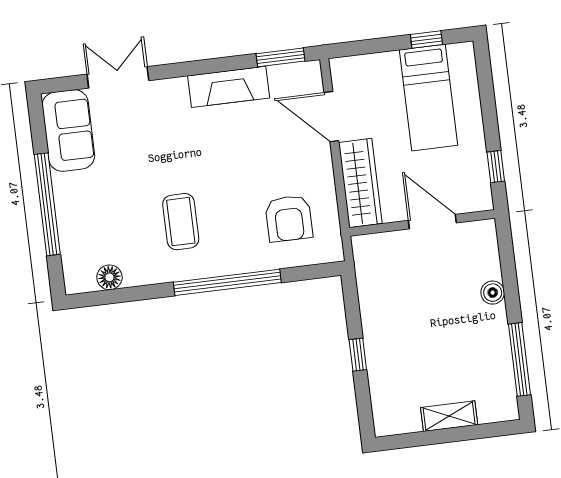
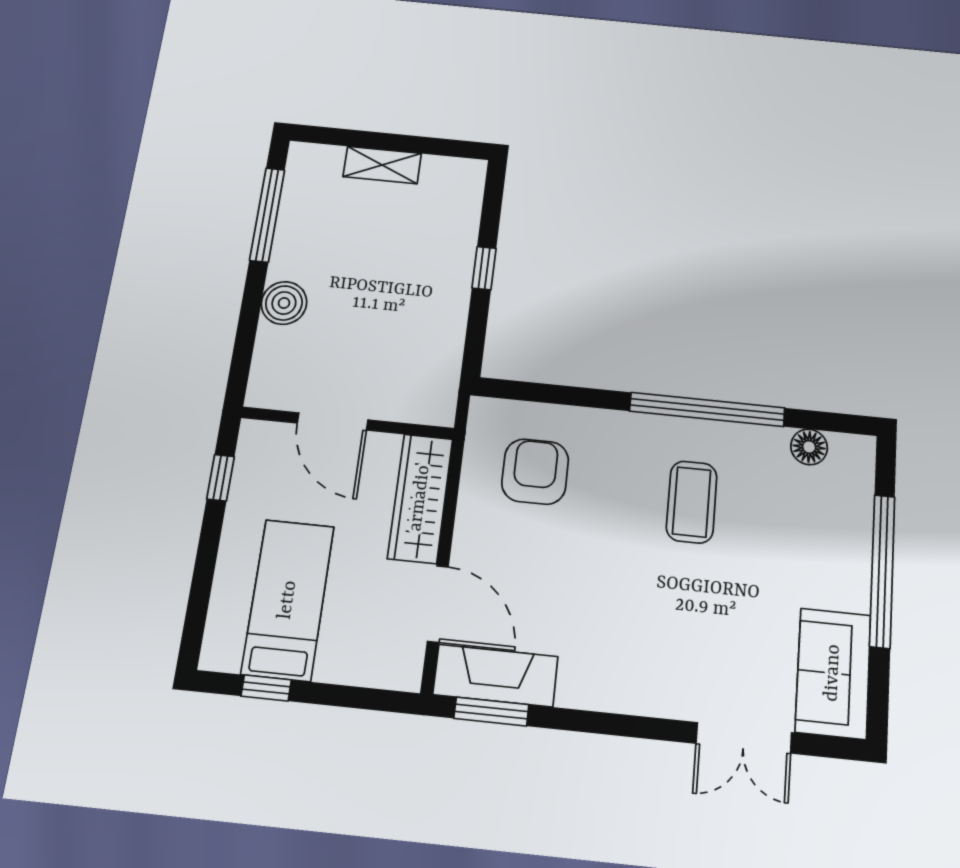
fireplace: (229, 87) -> (496, 676), moved
window: (227, 282) -> (707, 410), moved
boiler: (493, 293) -> (284, 303), width x1.36, depth x1.36

